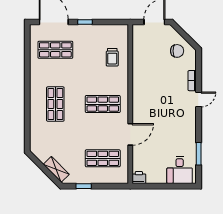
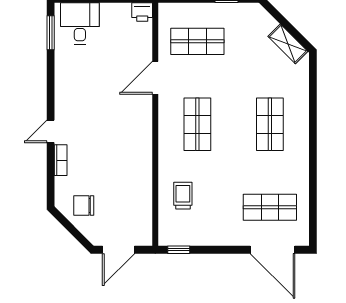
window: (85, 22) -> (179, 250), moved
shop shelf: (103, 104) -> (197, 124), turned 90
window: (199, 154) -> (51, 33), moved
shelving: (56, 169) -> (288, 44), moved

